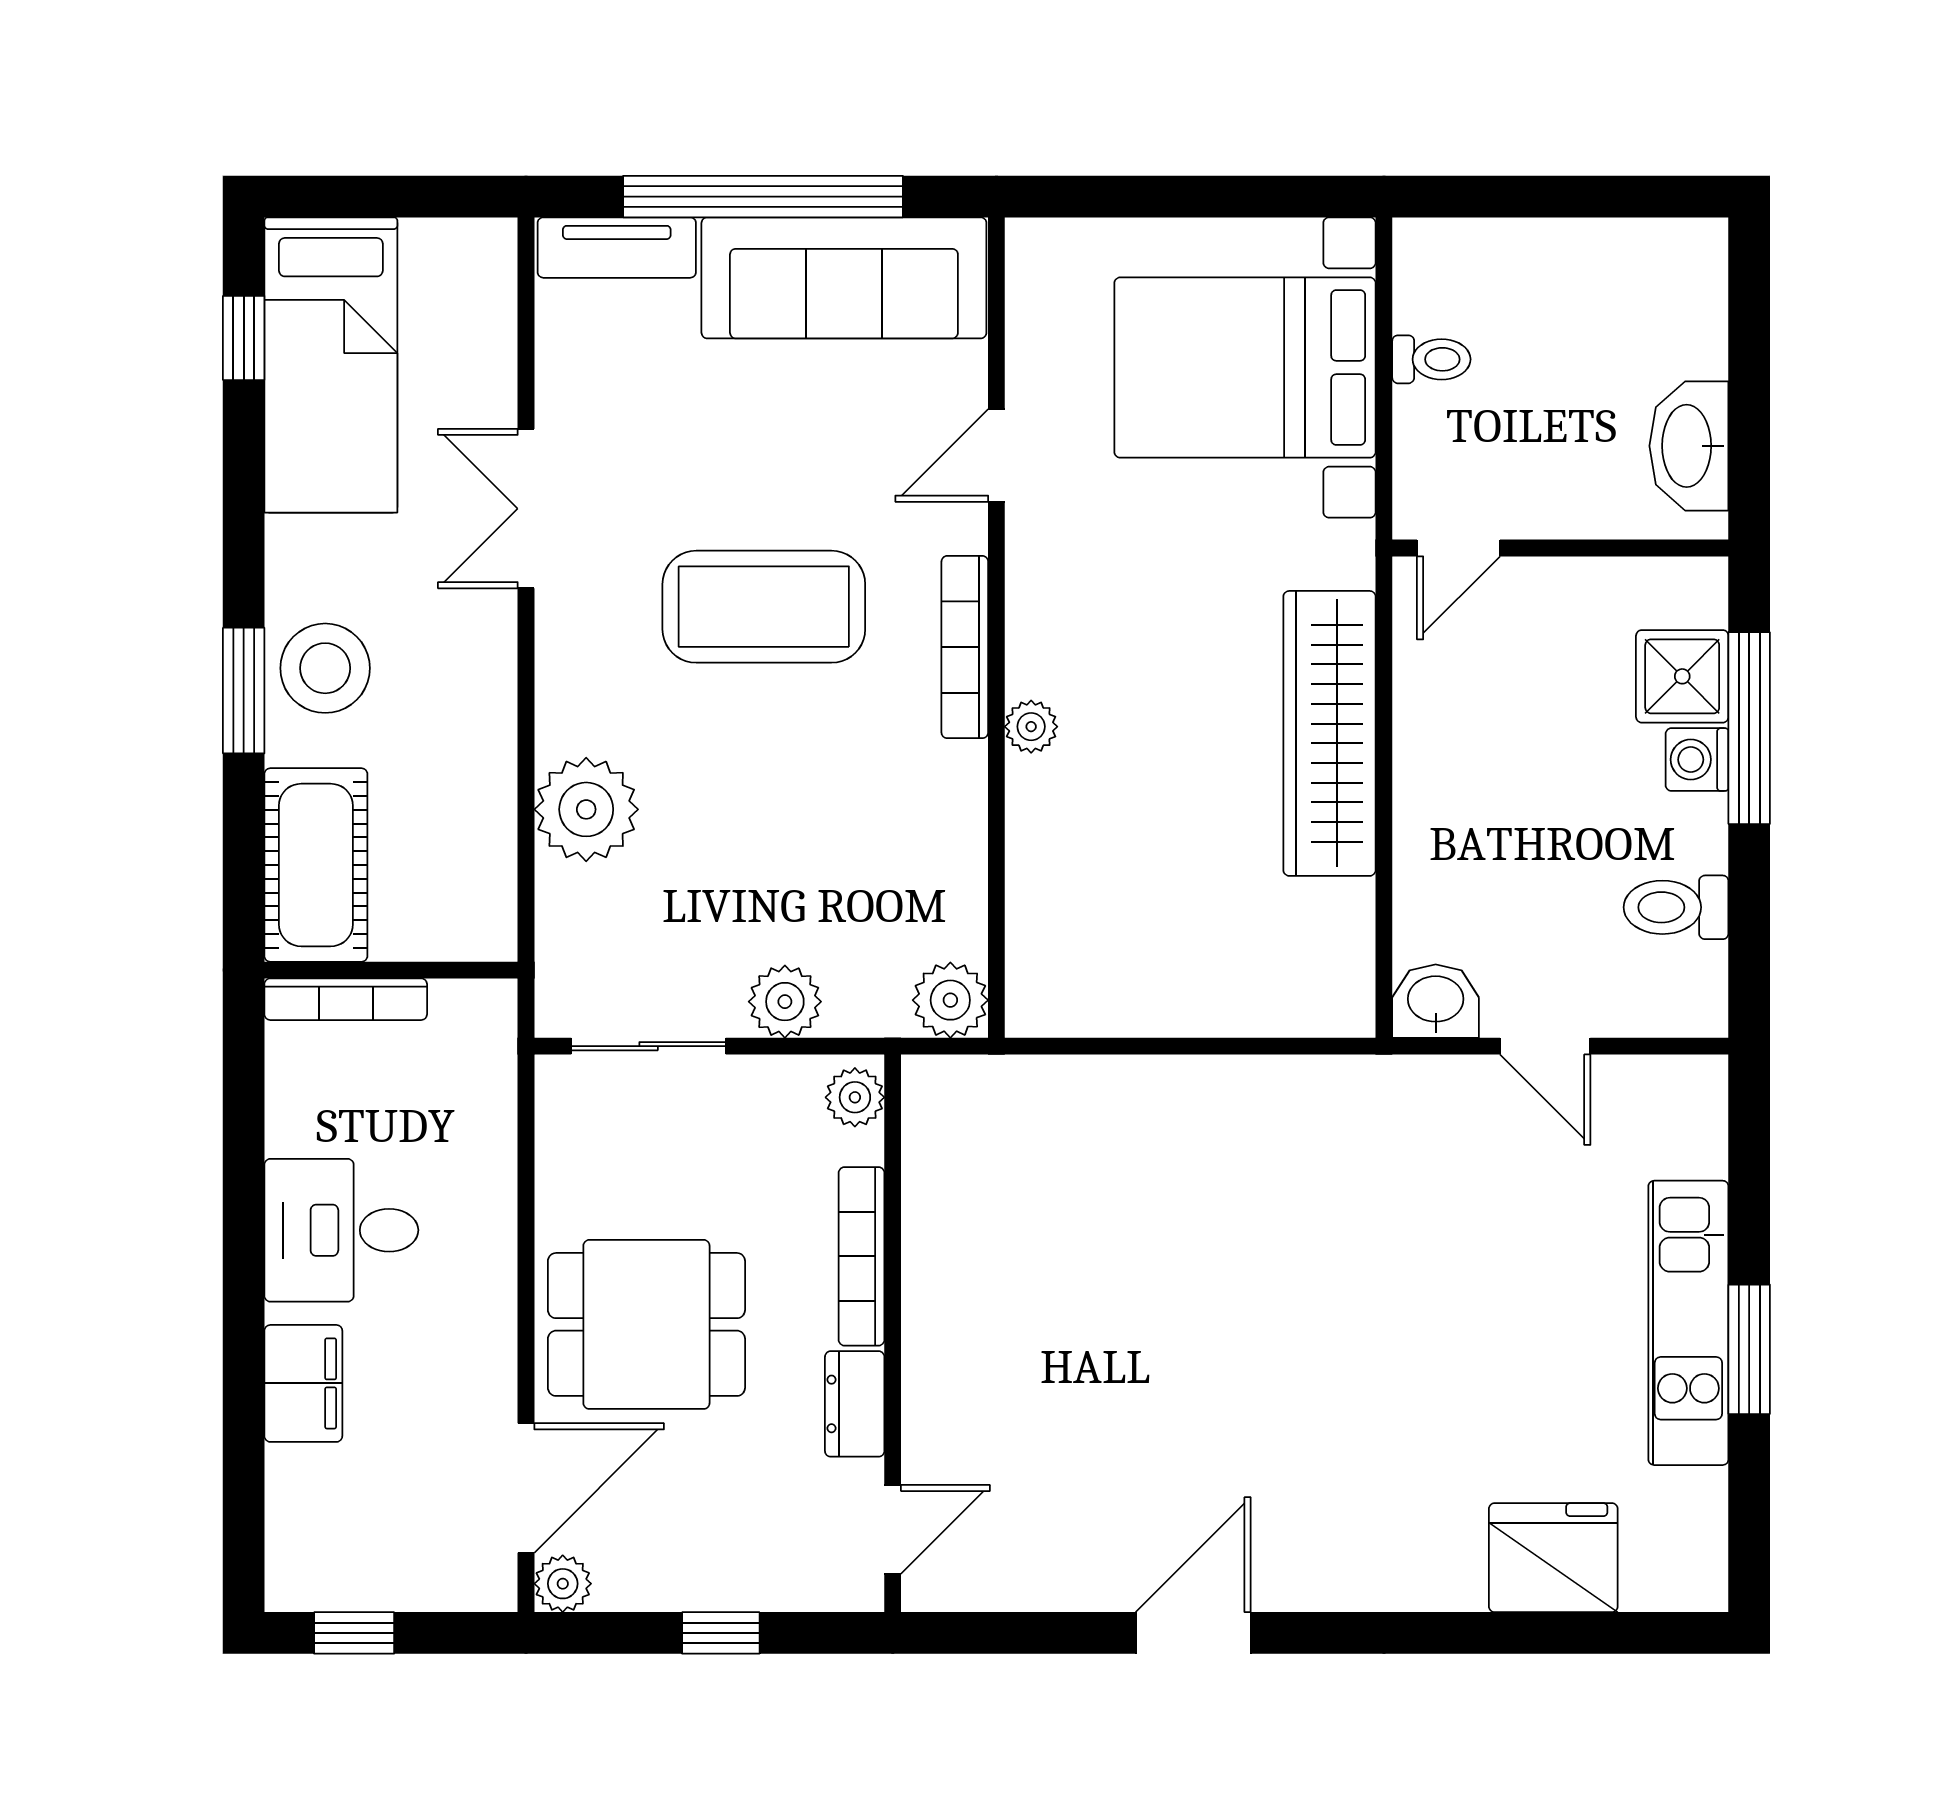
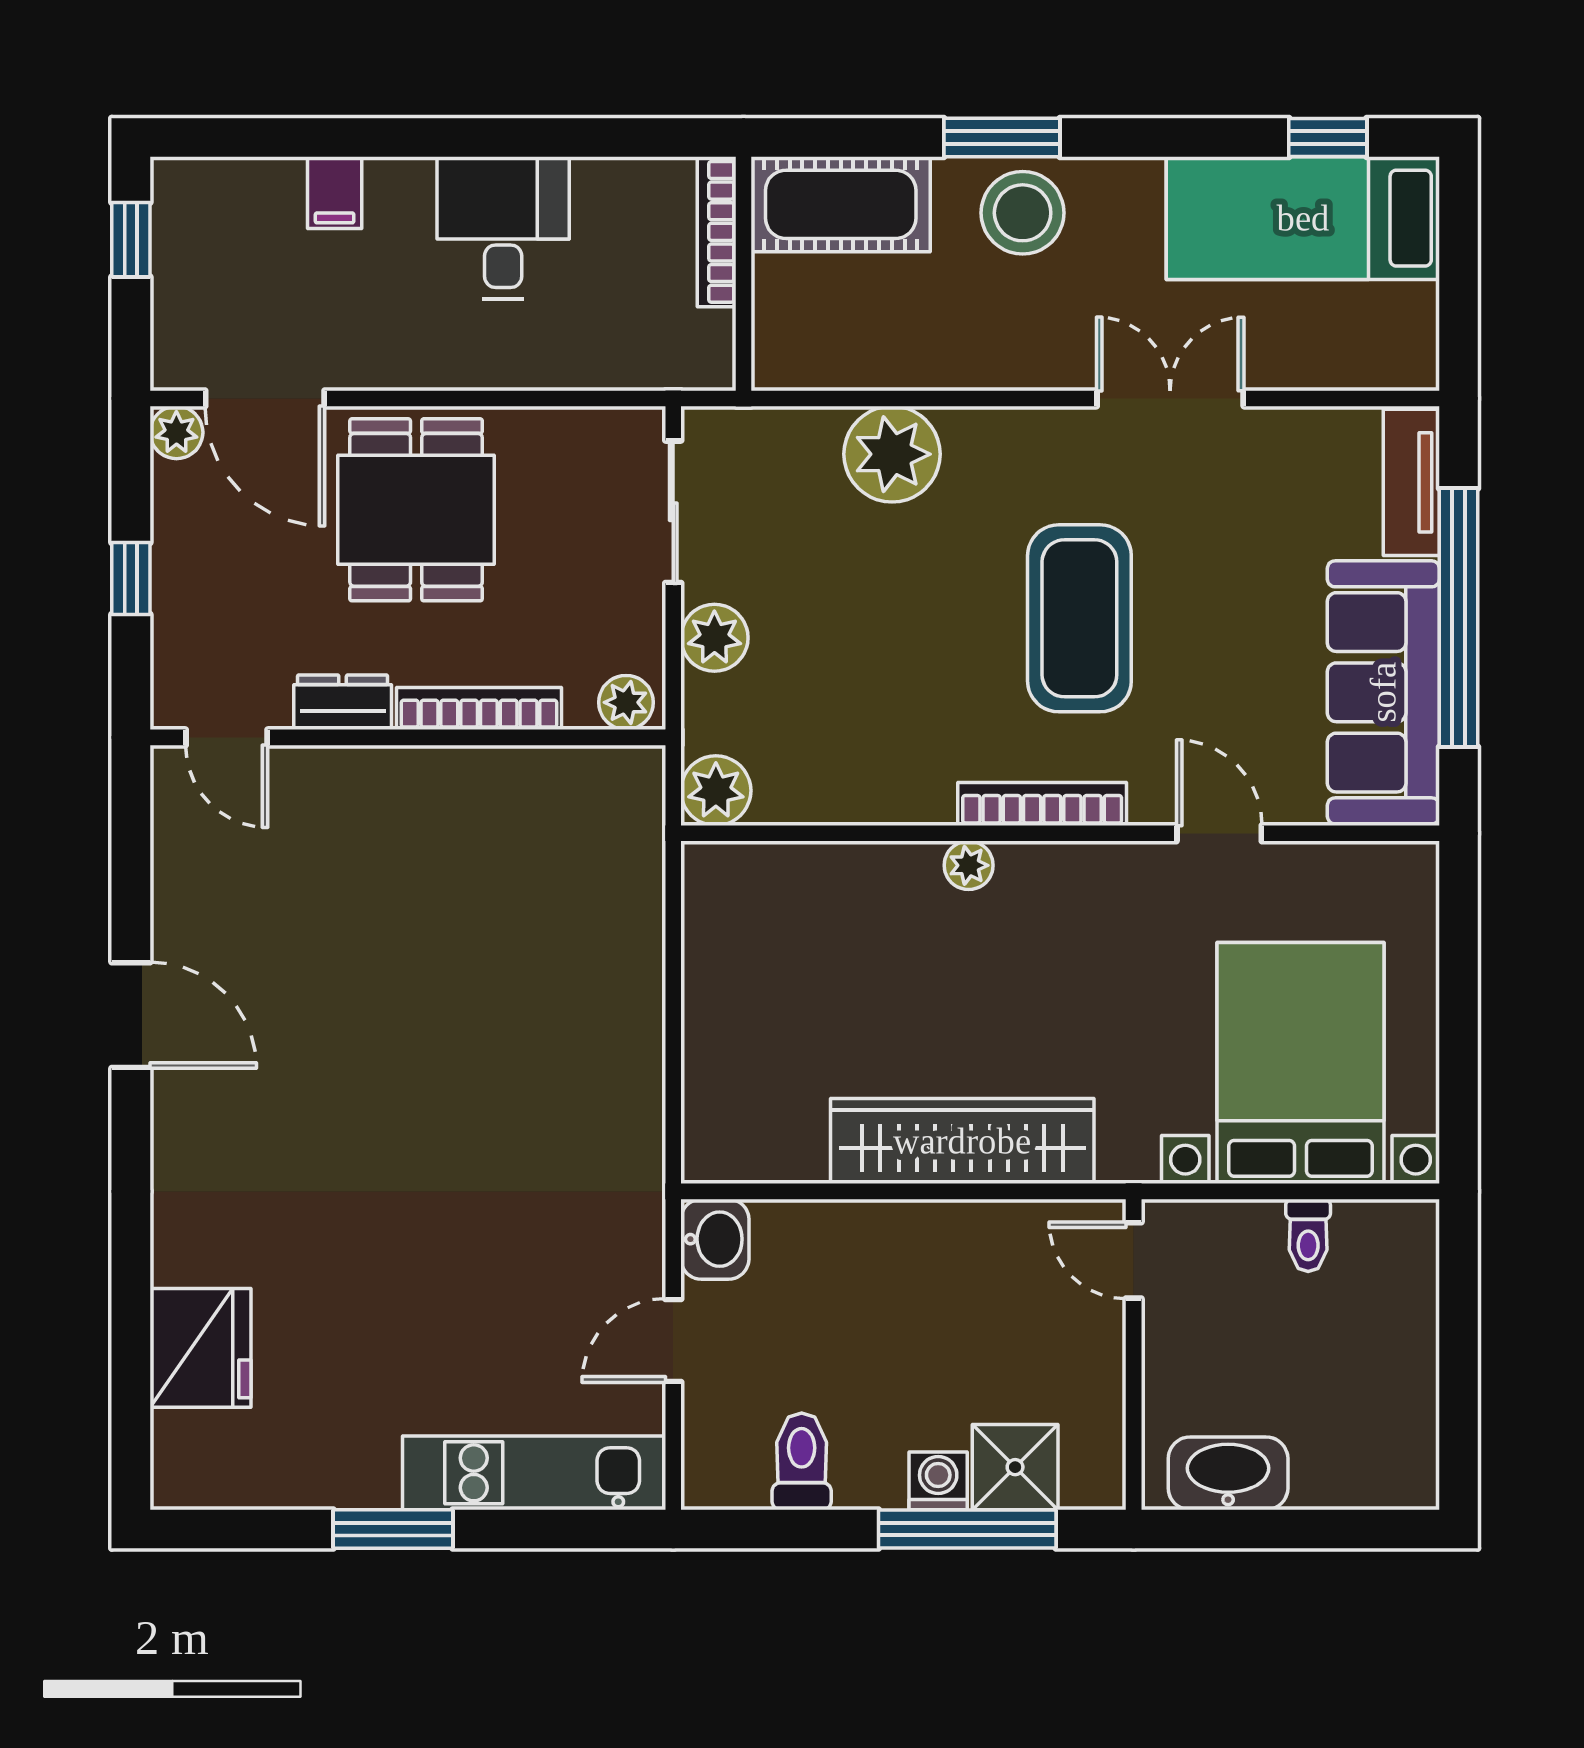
kitchen unit: (1688, 1323) -> (534, 1473), moved
filing cabinet: (303, 1383) -> (335, 193), width x0.50

